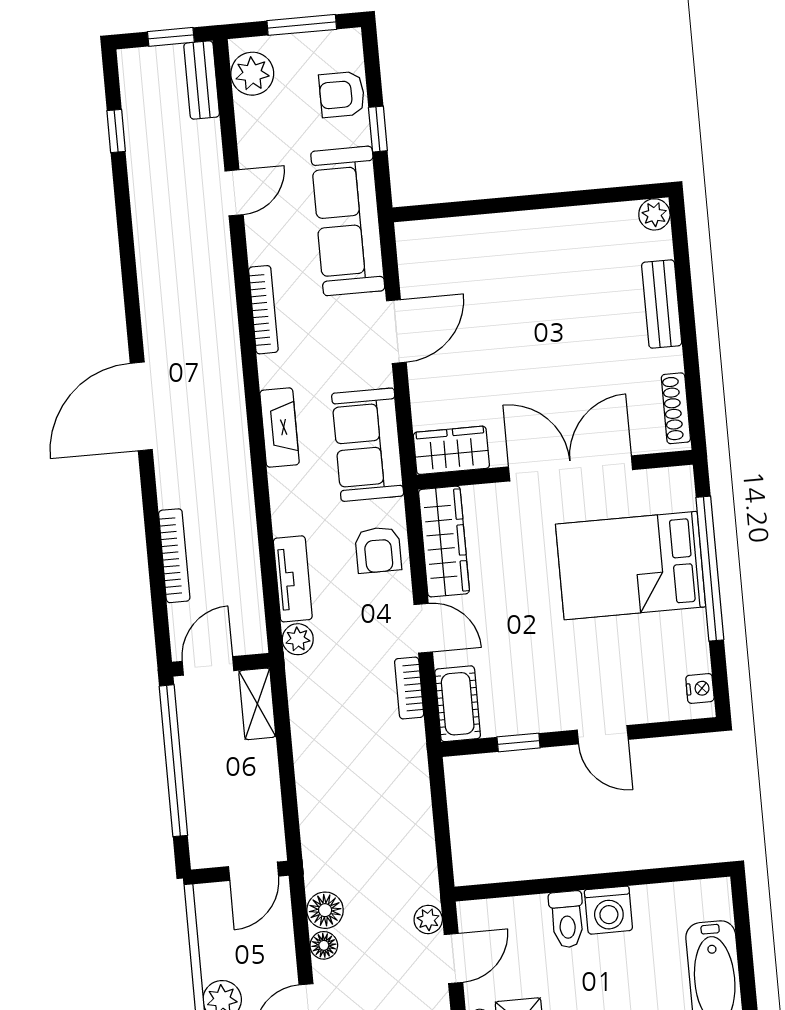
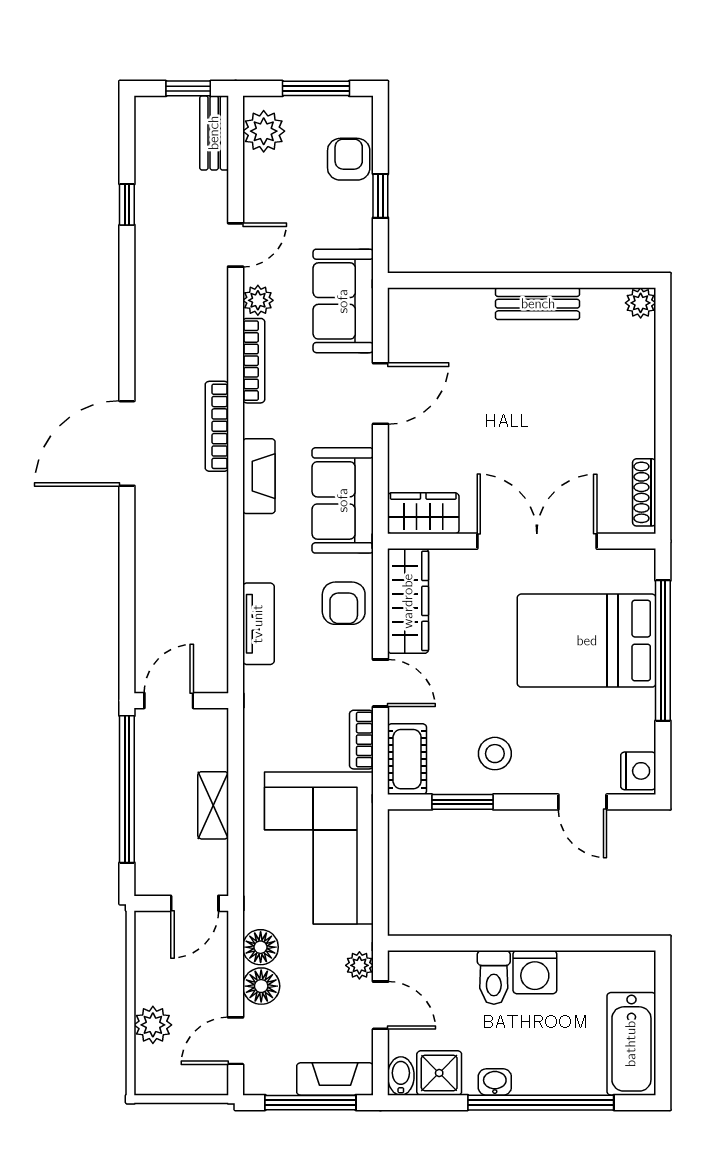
armchair: (342, 94) -> (349, 159), turned 90
window: (116, 131) -> (127, 205), moved
sofa: (348, 221) -> (343, 301), width x0.73
bench: (662, 304) -> (538, 304), moved, turned 90
bookcase: (174, 556) -> (217, 426), moved, turned 180
plant: (298, 639) -> (258, 300), moved
nightstand: (700, 688) -> (638, 771), width x1.39, depth x1.35
stool: (547, 690) -> (495, 754), added
shelving: (257, 704) -> (213, 805), moved
door: (603, 735) -> (582, 802), moved
window: (519, 742) -> (463, 802), width x1.50
corner sofa: (376, 803) -> (319, 848), added
floor lamp: (324, 945) -> (261, 986), width x1.37, depth x1.37
door: (453, 958) -> (380, 1005), hinge flipped

